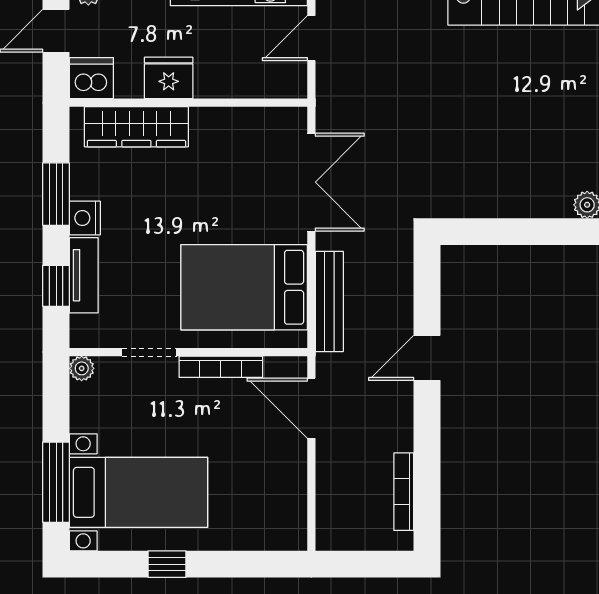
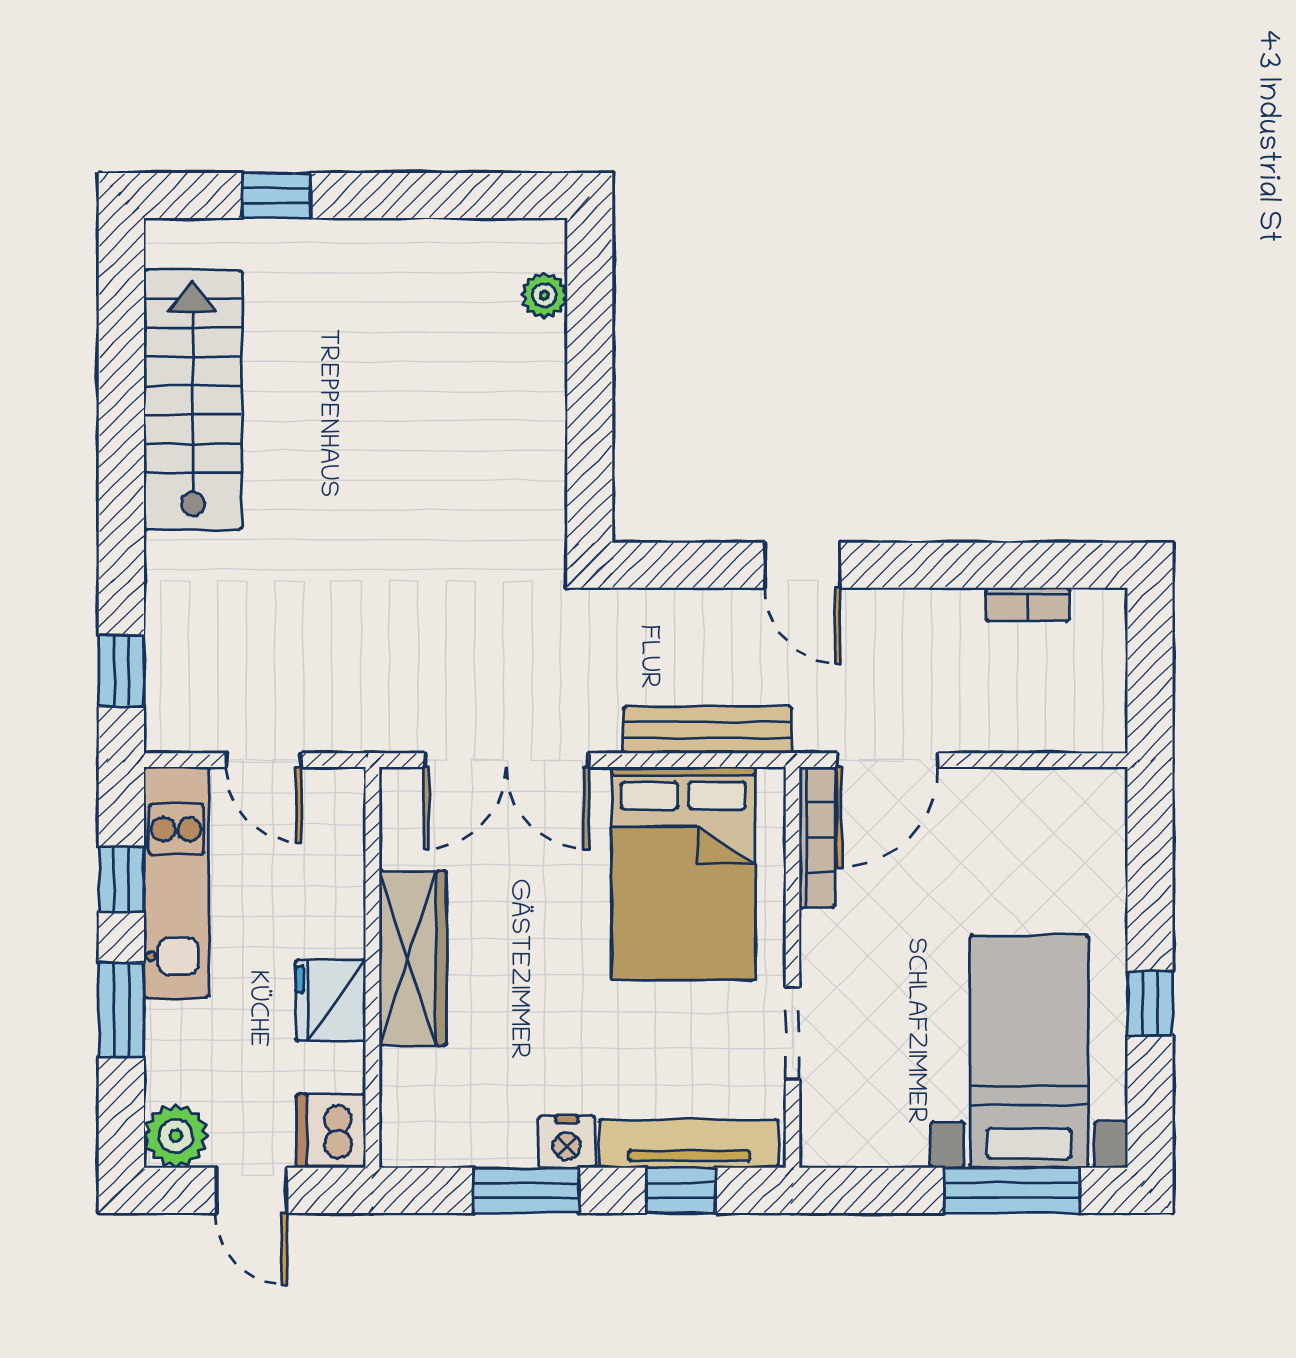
wardrobe: (136, 127) -> (413, 958), moved
double door: (311, 182) -> (506, 760), swing flipped
tv unit: (84, 275) -> (689, 1144), width x1.41
bookcase: (221, 367) -> (817, 837), moved
plant: (82, 368) -> (820, 1147), removed
bookcase: (404, 492) -> (1028, 604), width x0.64

